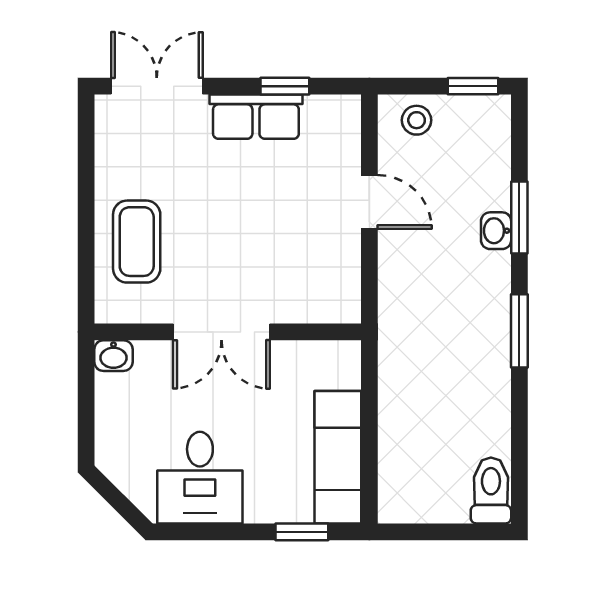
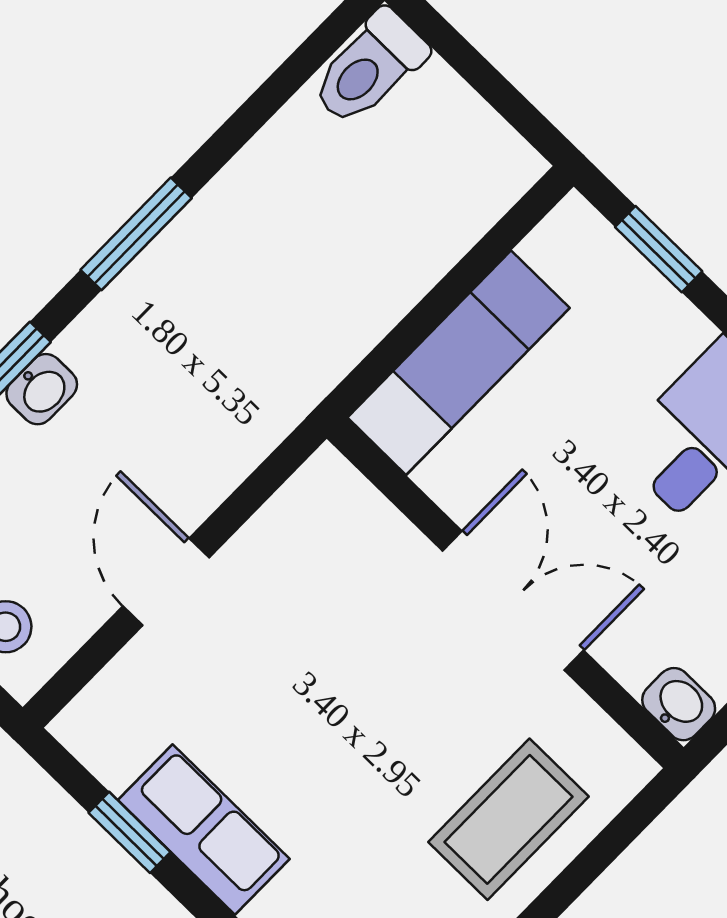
exam couch: (338, 457) -> (459, 363), moved

